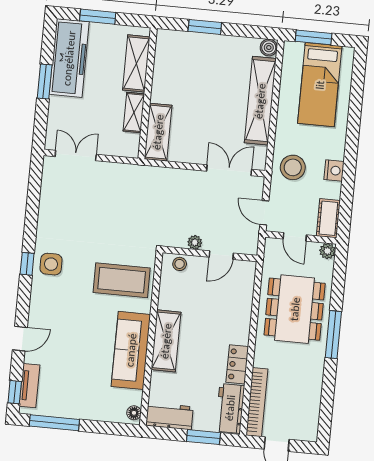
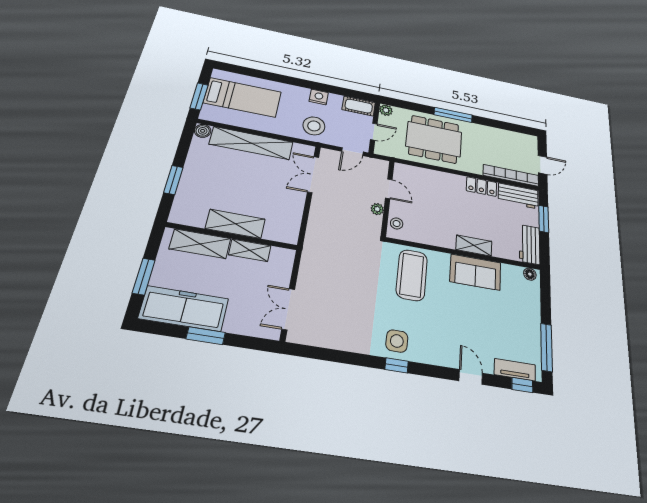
shelving: (158, 132) -> (235, 224), moved
shelving: (166, 341) -> (474, 245), width x0.67, depth x0.75
sofa: (131, 350) -> (475, 272), width x0.73

